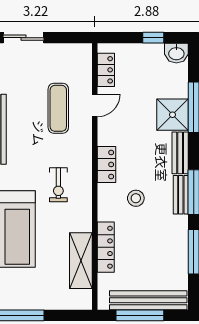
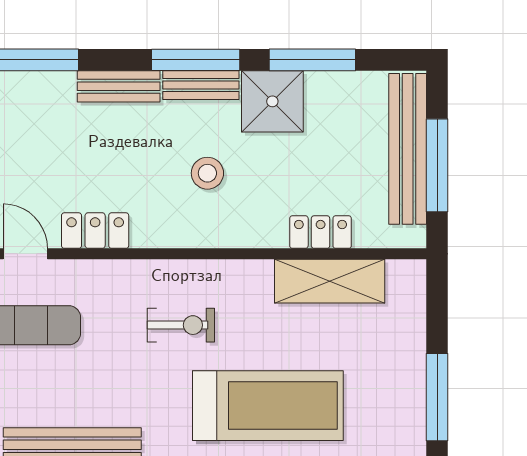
shower: (172, 115) -> (272, 101), moved
locker: (107, 164) -> (95, 231), moved
locker: (106, 247) -> (321, 232), width x0.66

